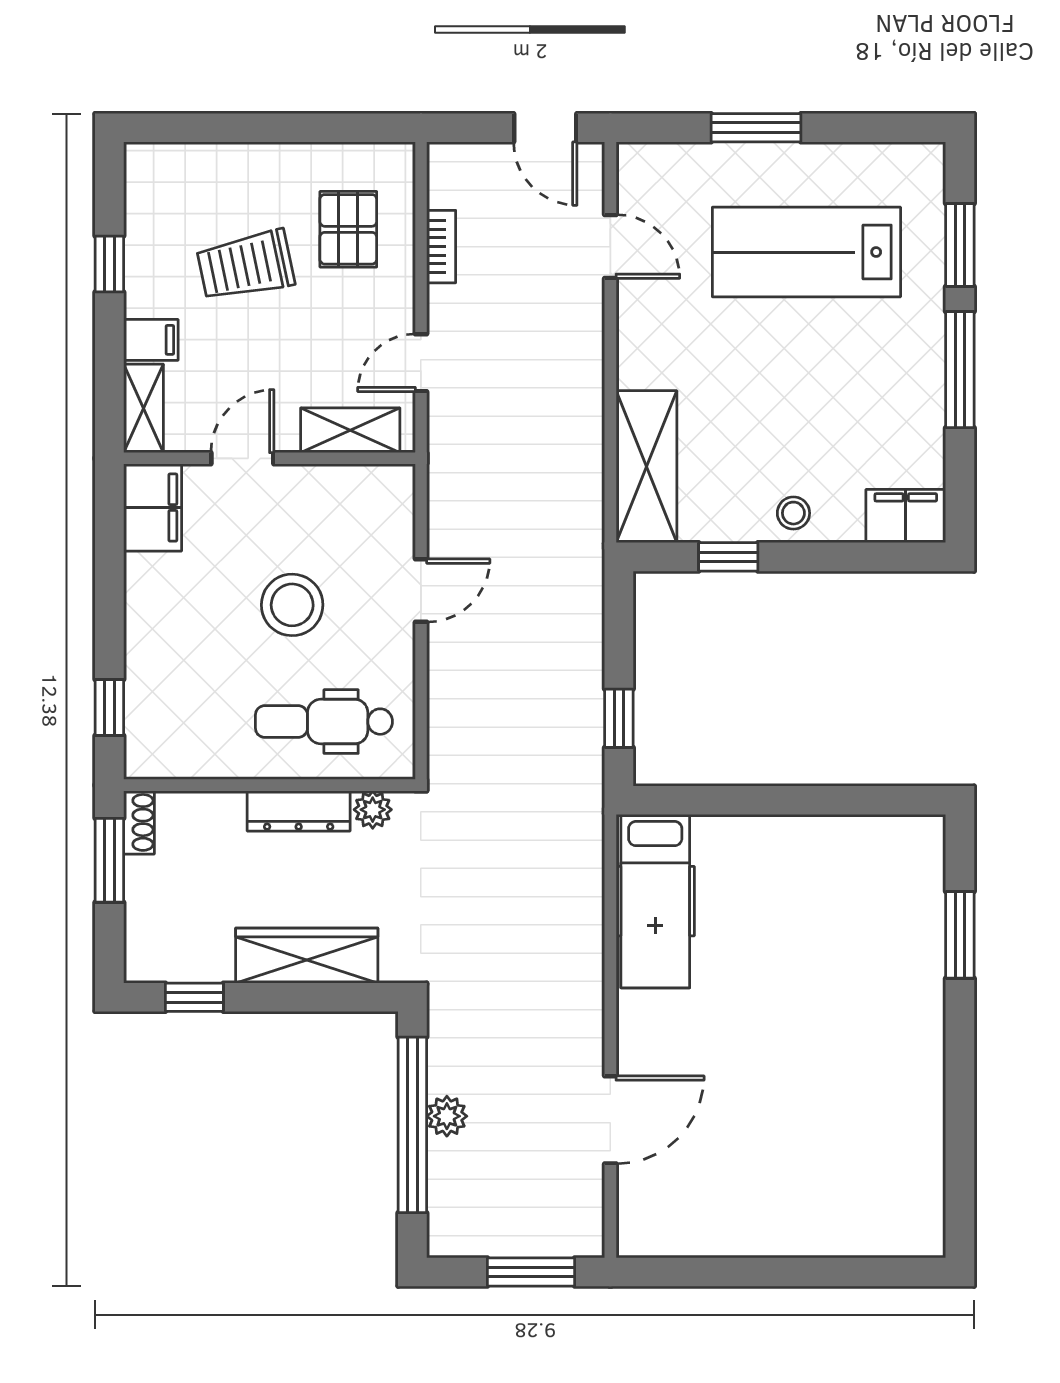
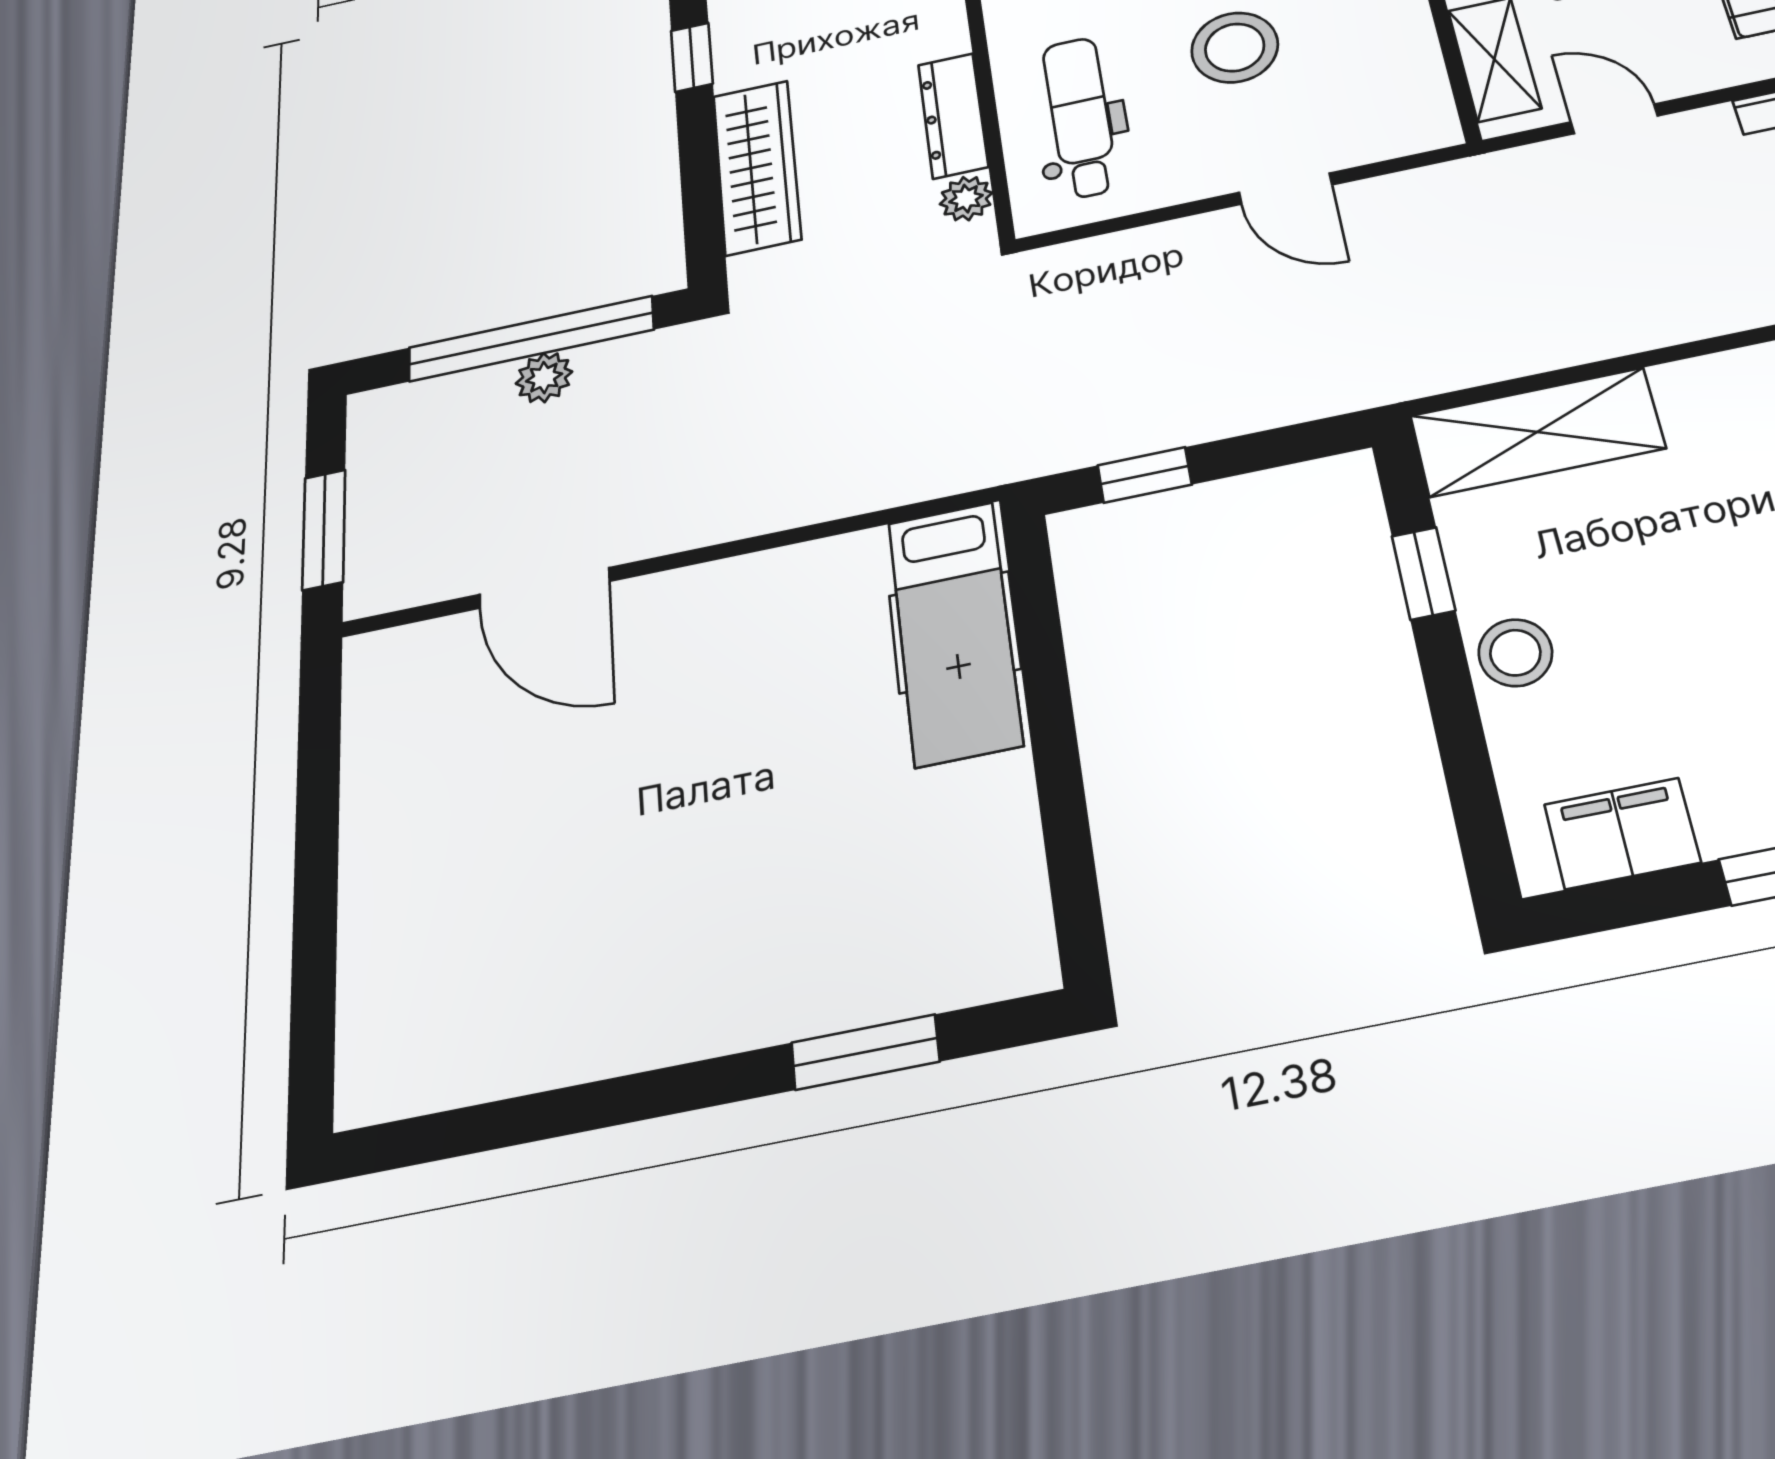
stool: (793, 513) -> (1515, 653), width x1.37, depth x1.37
filing cabinet: (906, 516) -> (1622, 833), moved, turned -90
hospital bed: (655, 901) -> (954, 632), moved, turned -90

